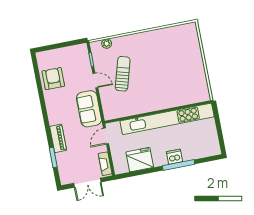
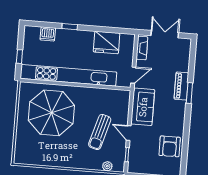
parasol: (173, 79) -> (51, 113), added
window: (218, 124) -> (19, 57), added
dishwasher: (175, 157) -> (48, 34), moved
window: (53, 158) -> (189, 93), moved
window: (179, 165) -> (70, 27), width x0.46

